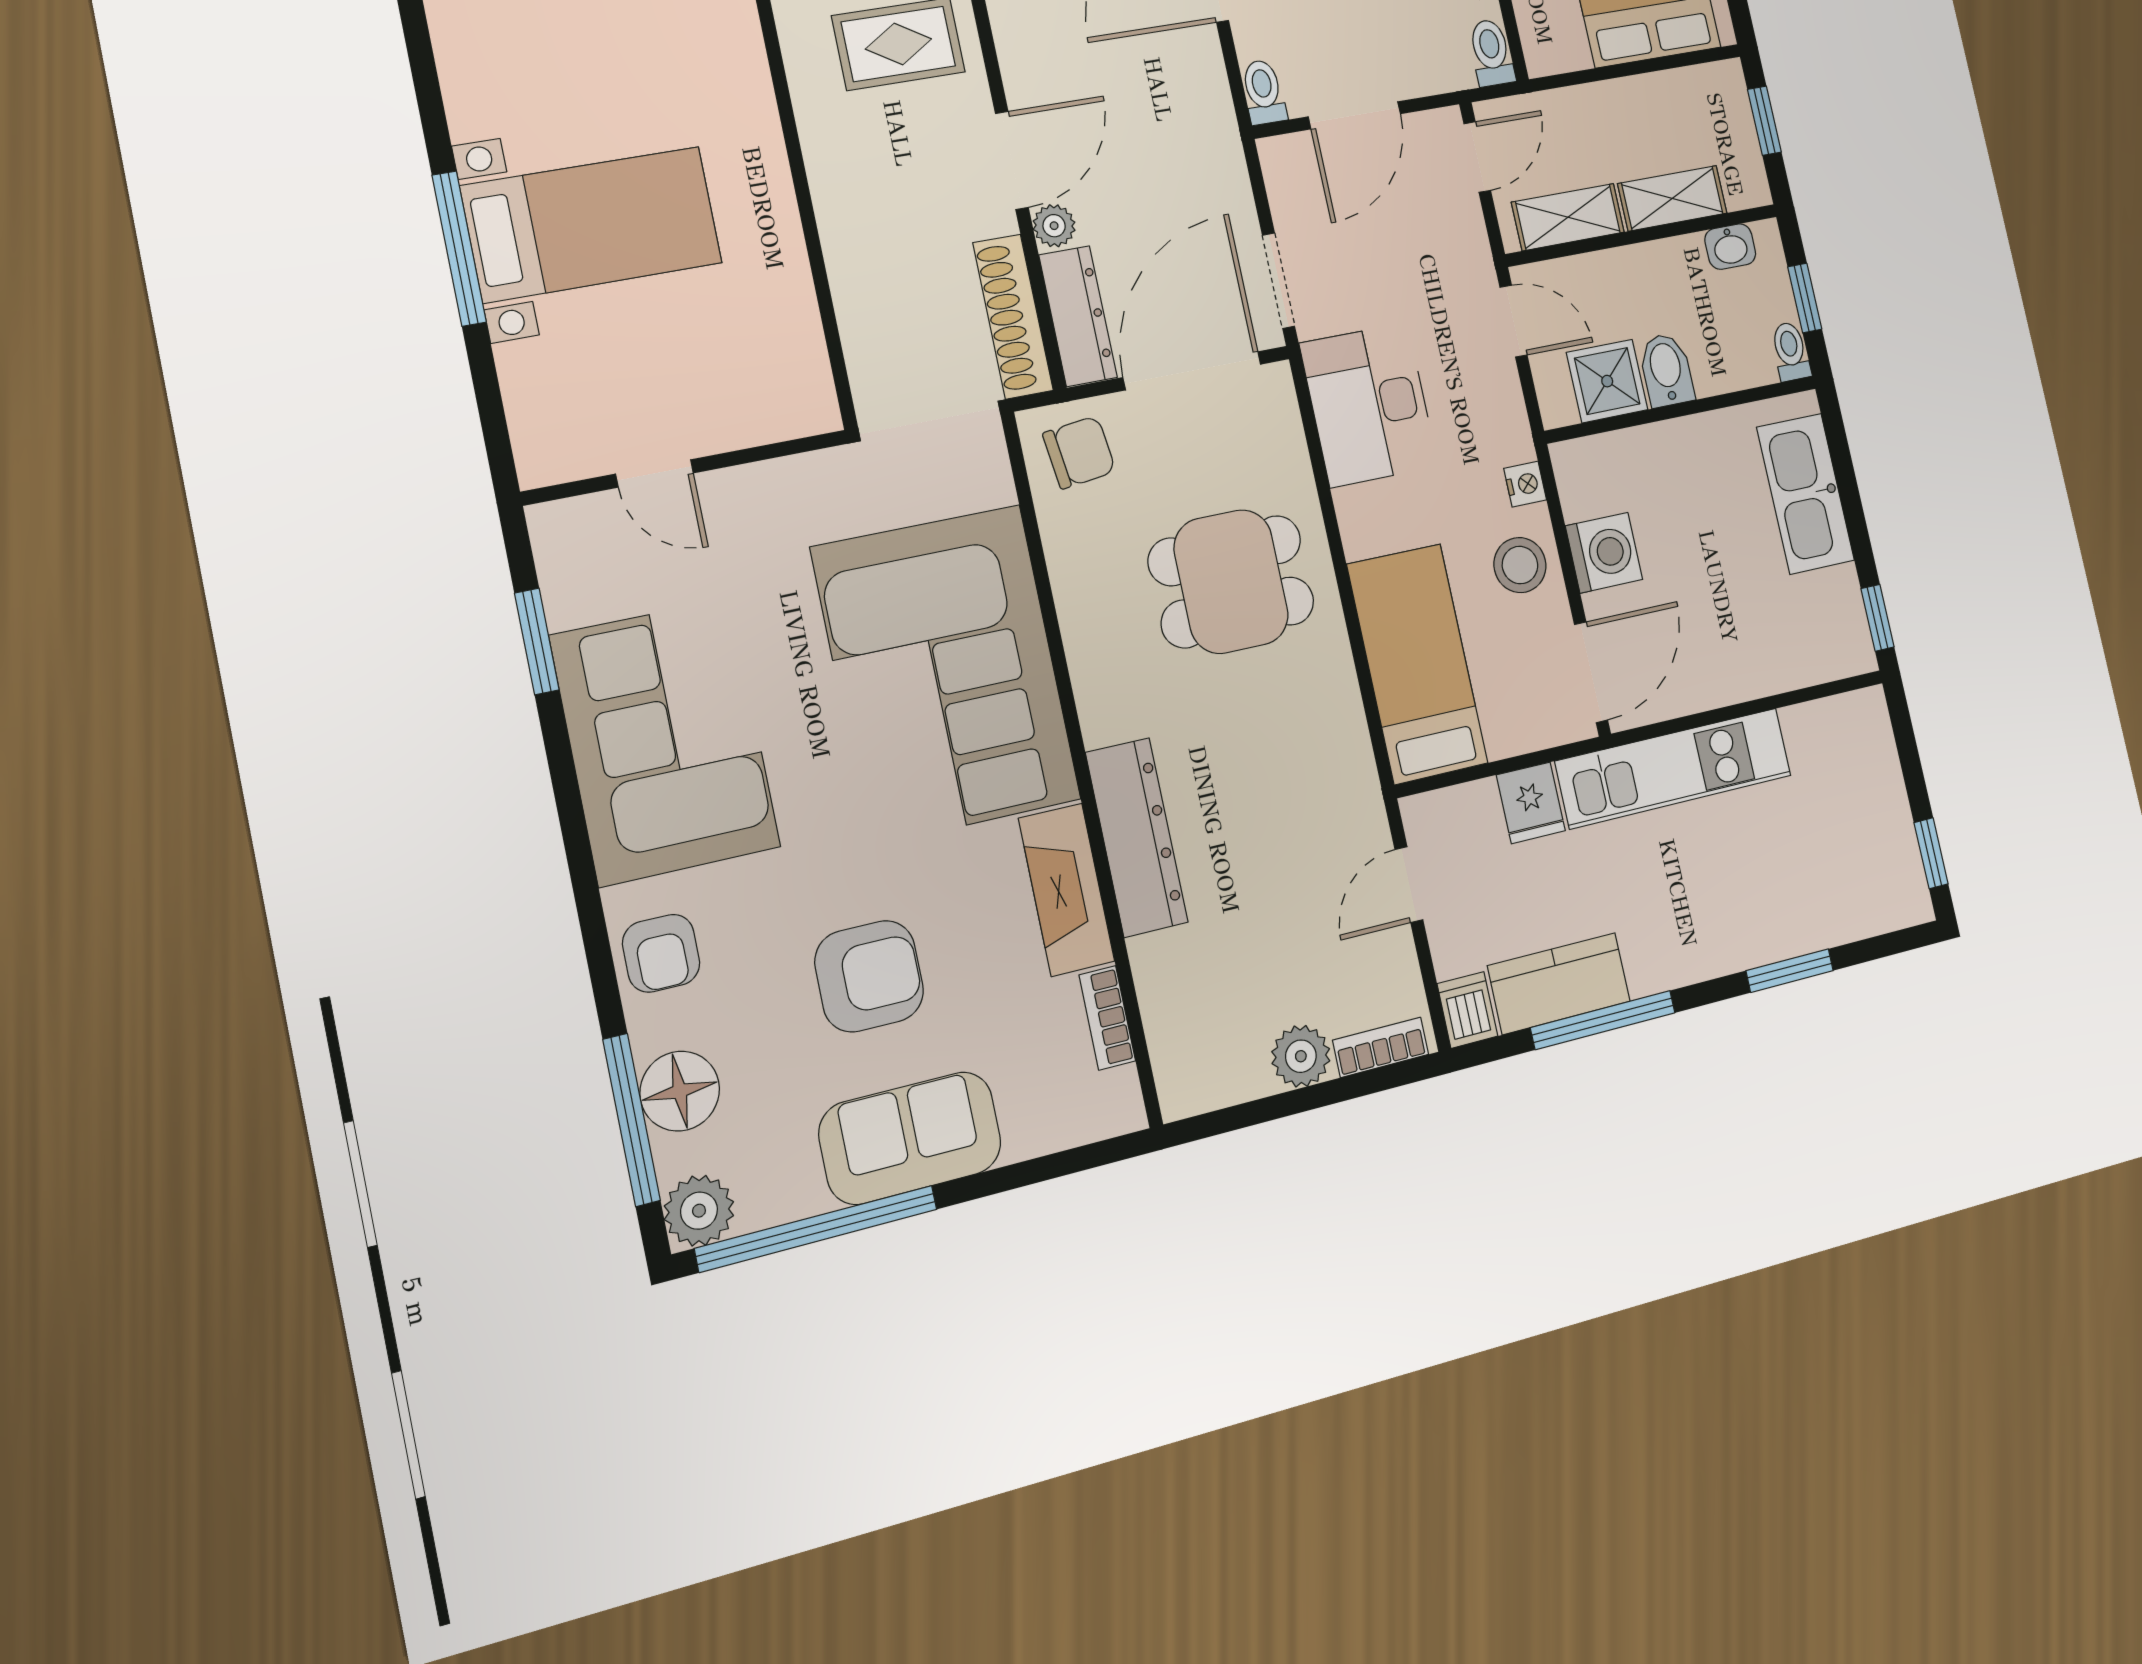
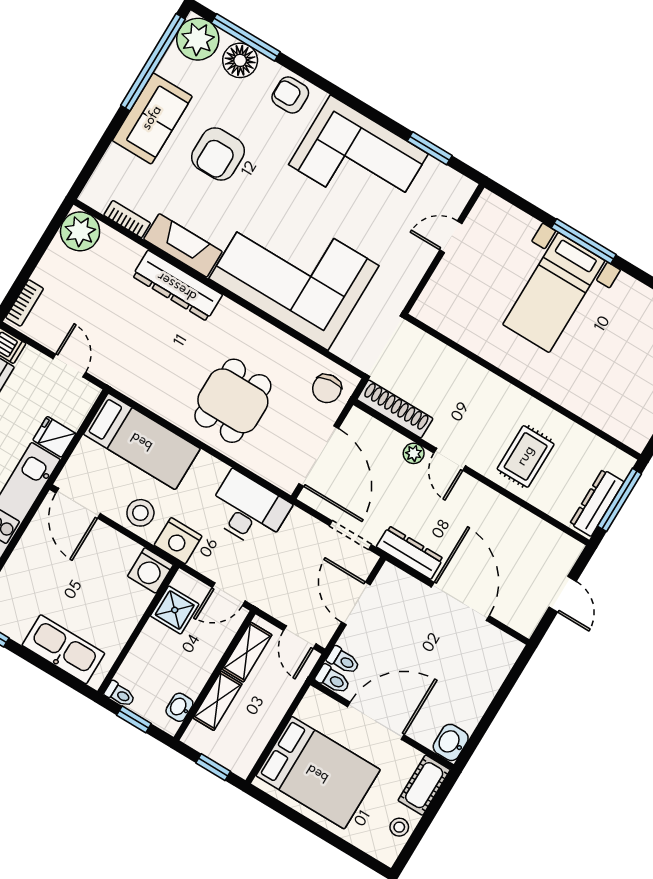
toilet: (1263, 92) -> (343, 660), moved
door: (1012, 160) -> (450, 459), width x0.73
doorway: (1279, 281) -> (350, 535), moved
dresser: (1078, 316) -> (410, 553), moved, turned 180
bidet: (1666, 370) -> (158, 637), removed
nightstand: (1525, 484) -> (178, 541), width x1.89, depth x1.79
washing machine: (1604, 553) -> (150, 570), moved
plant: (1301, 1056) -> (80, 231), moved, width x1.36, depth x1.36
plant: (699, 1211) -> (198, 39), width x1.36, depth x1.36

